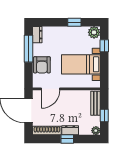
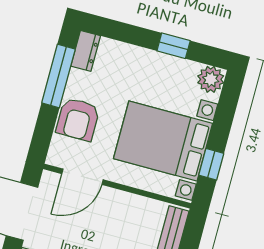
window: (104, 46) -> (211, 164), moved
bed with nightstands: (81, 64) -> (163, 141), width x1.36

